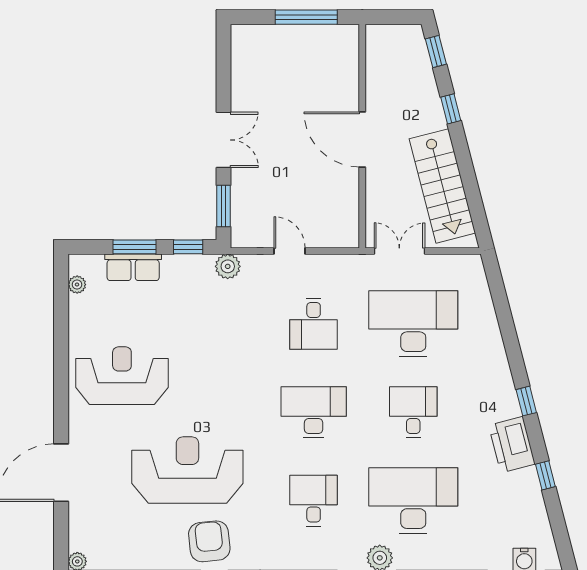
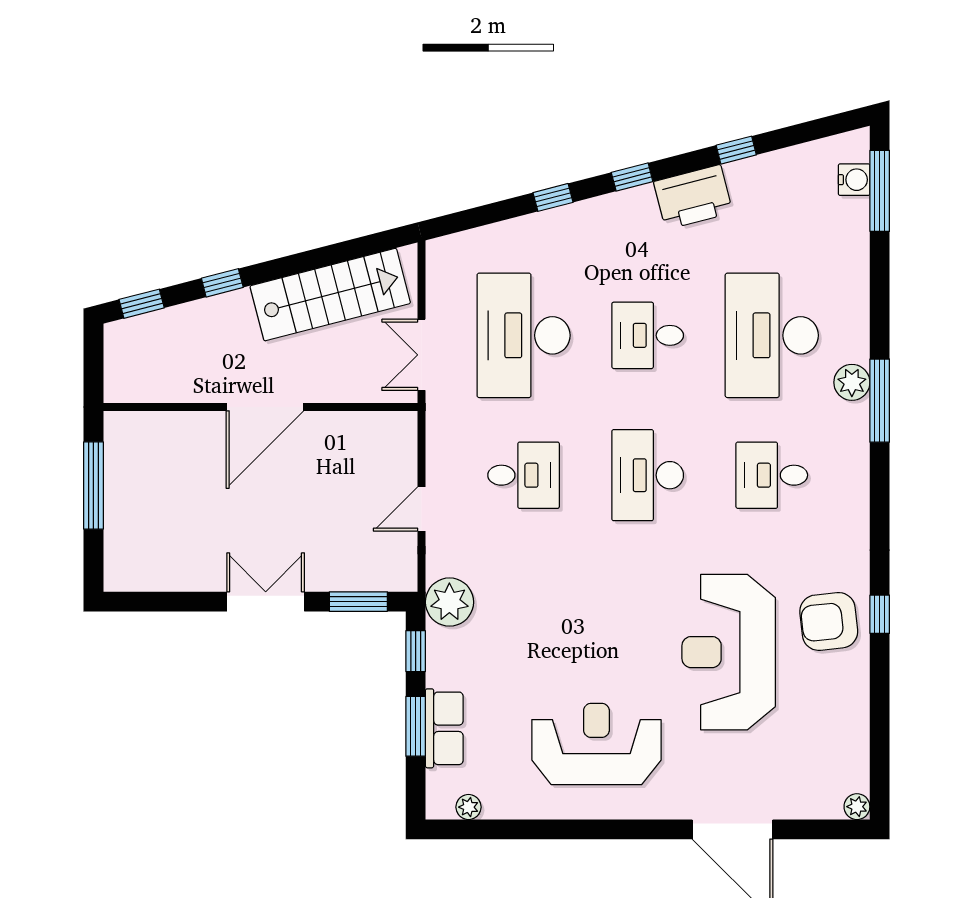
plant: (228, 266) -> (449, 602), width x1.36, depth x1.36
window: (512, 345) -> (553, 197), added
reception desk: (122, 376) -> (596, 744), turned 90

